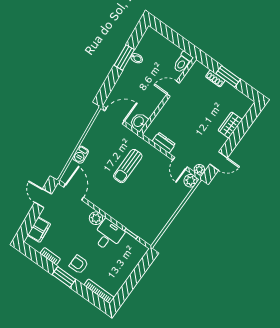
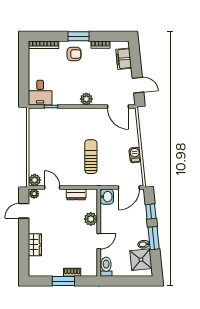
shower: (148, 47) -> (141, 260), added
window: (110, 82) -> (151, 211), added
plant: (166, 113) -> (91, 219), added
barbecue: (81, 155) -> (135, 155), moved
desk: (108, 235) -> (40, 93), moved

